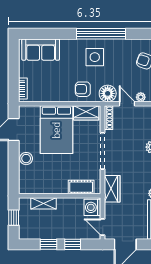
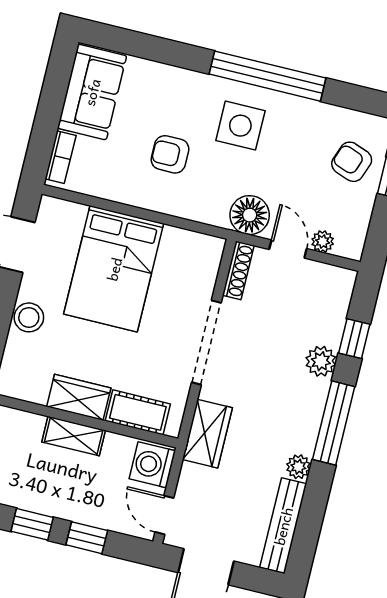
sofa: (41, 50) -> (92, 92), moved, turned -90
armchair: (83, 89) -> (170, 154), moved
wardrobe: (86, 113) -> (79, 397), moved, turned 180
shelving: (44, 203) -> (74, 436), moved

